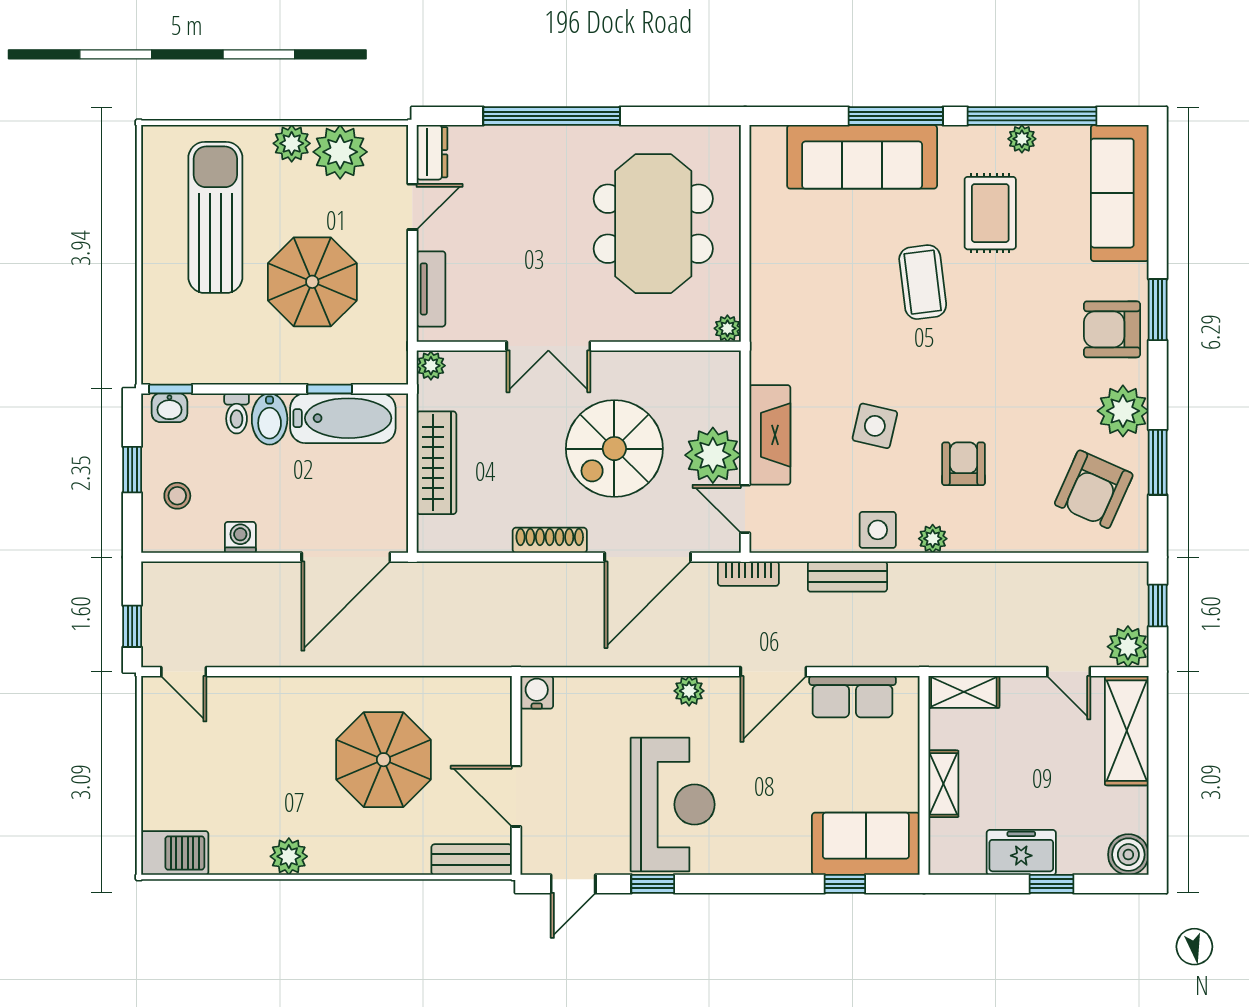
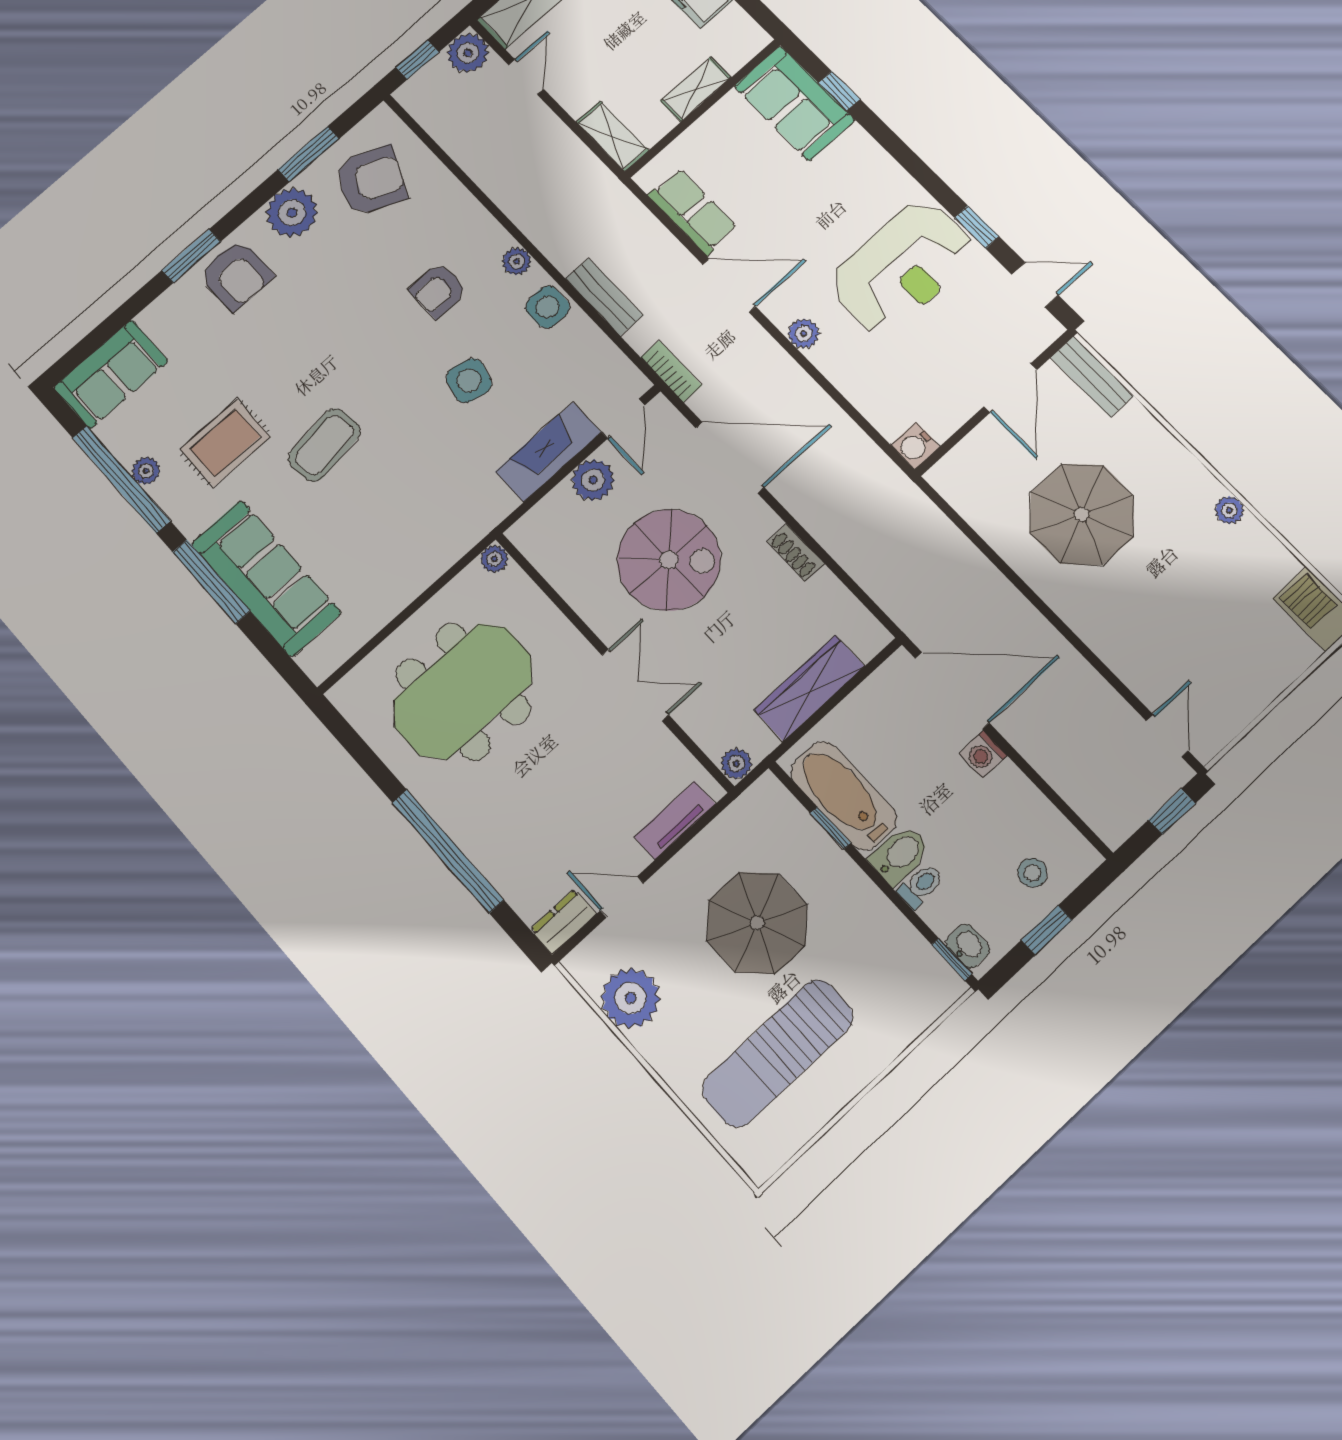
plant: (292, 143) -> (660, 1045), removed
sofa: (1120, 193) -> (111, 374), width x0.73
plant: (713, 455) -> (593, 480), width x0.73, depth x0.73
washing machine: (240, 537) -> (983, 754), moved
shoe rack: (550, 540) -> (796, 552), width x0.70
reception desk: (673, 805) -> (902, 267), turned 180
plant: (289, 856) -> (1229, 510), width x0.73, depth x0.73

